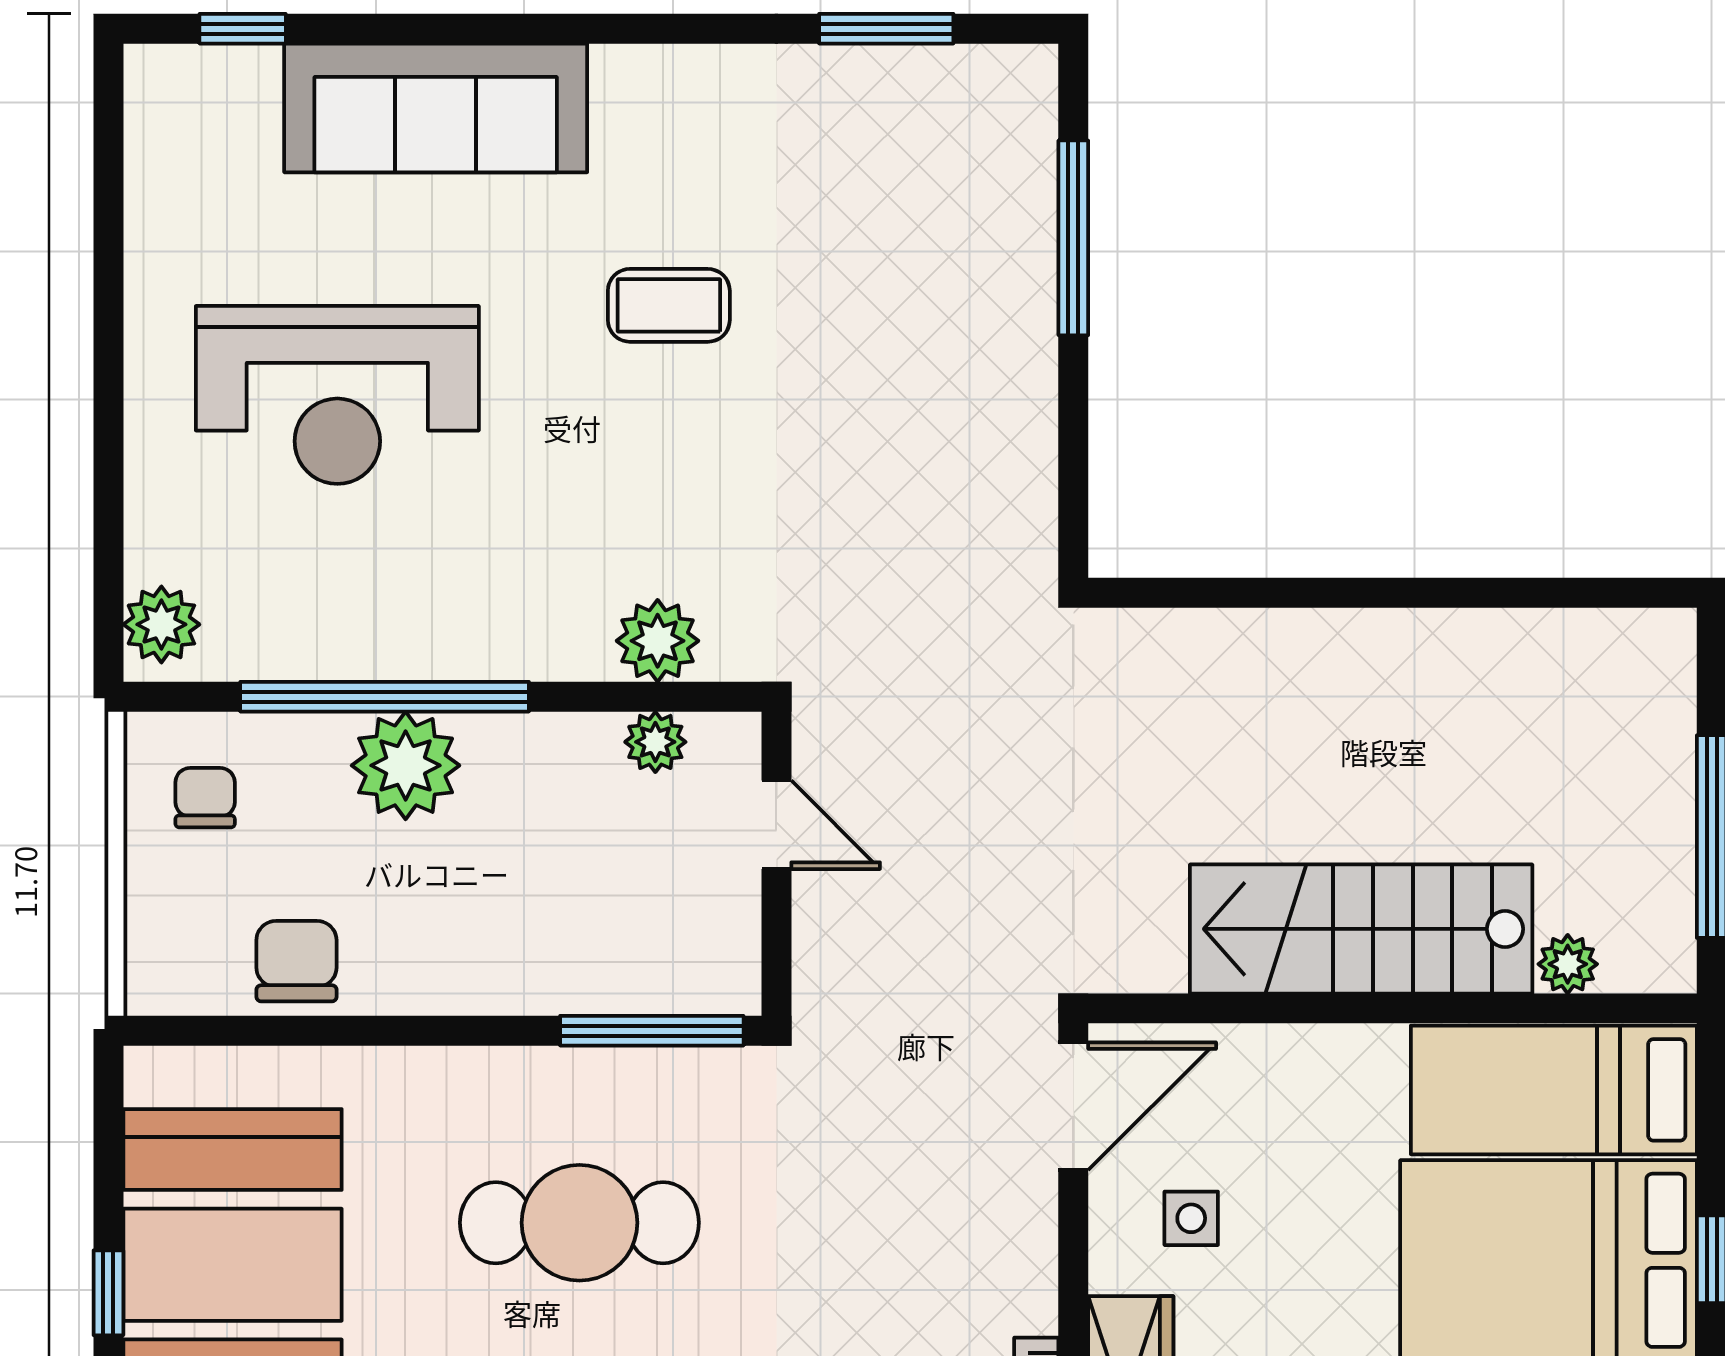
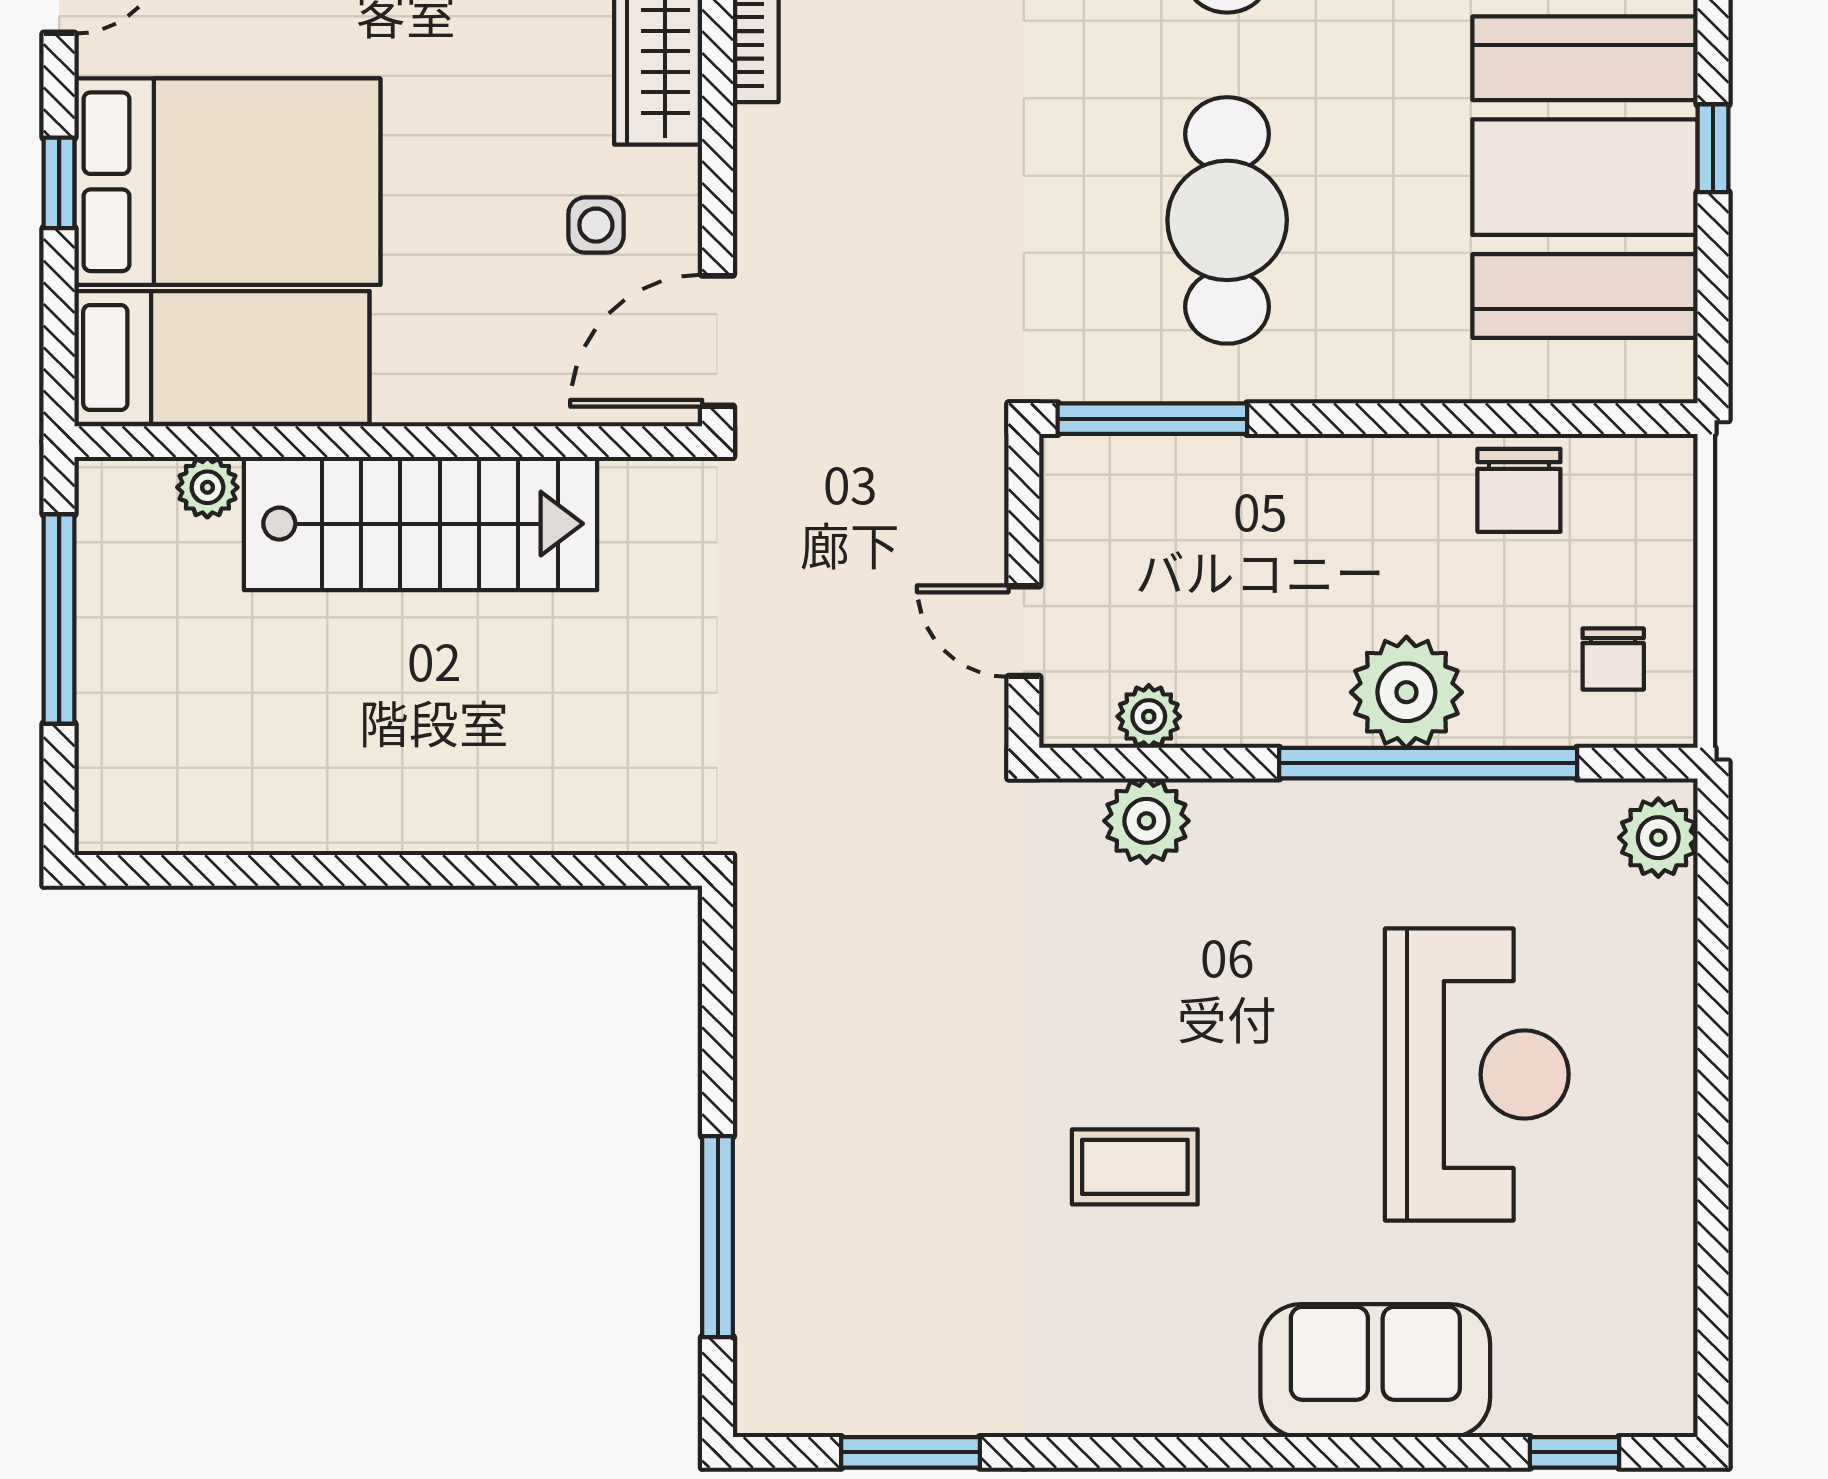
sofa: (436, 108) -> (1375, 1371), width x0.73
reception desk: (337, 395) -> (1477, 1074), turned 90
cafe table: (579, 1223) -> (1227, 220), turned 90

